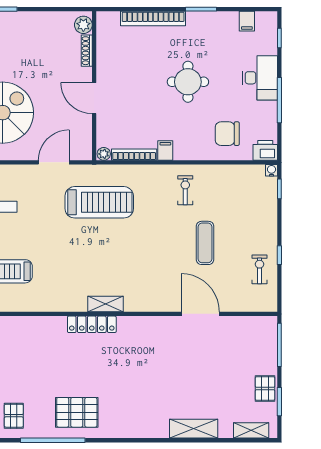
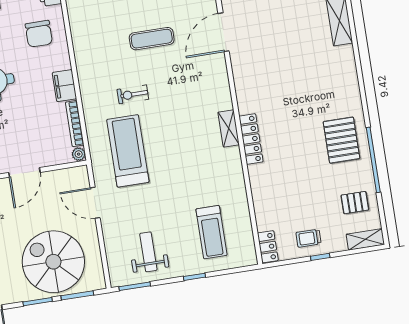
filing cabinet: (165, 151) -> (64, 86), width x2.00
exercise bike: (185, 190) -> (133, 94), moved

